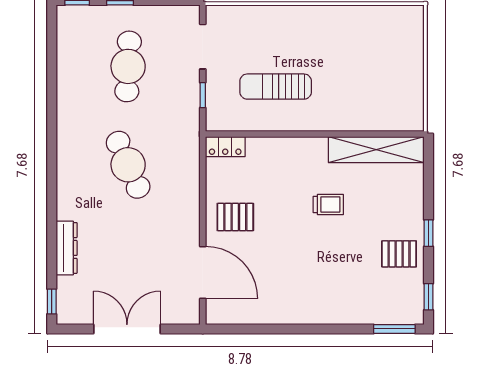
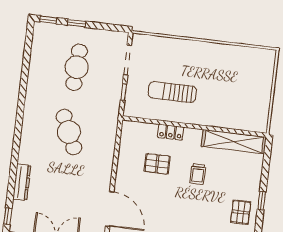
locker: (225, 147) -> (171, 132), moved
trolley: (328, 204) -> (198, 174), turned 90
pallet: (235, 217) -> (157, 164), moved
pallet: (399, 254) -> (241, 212), turned 90

